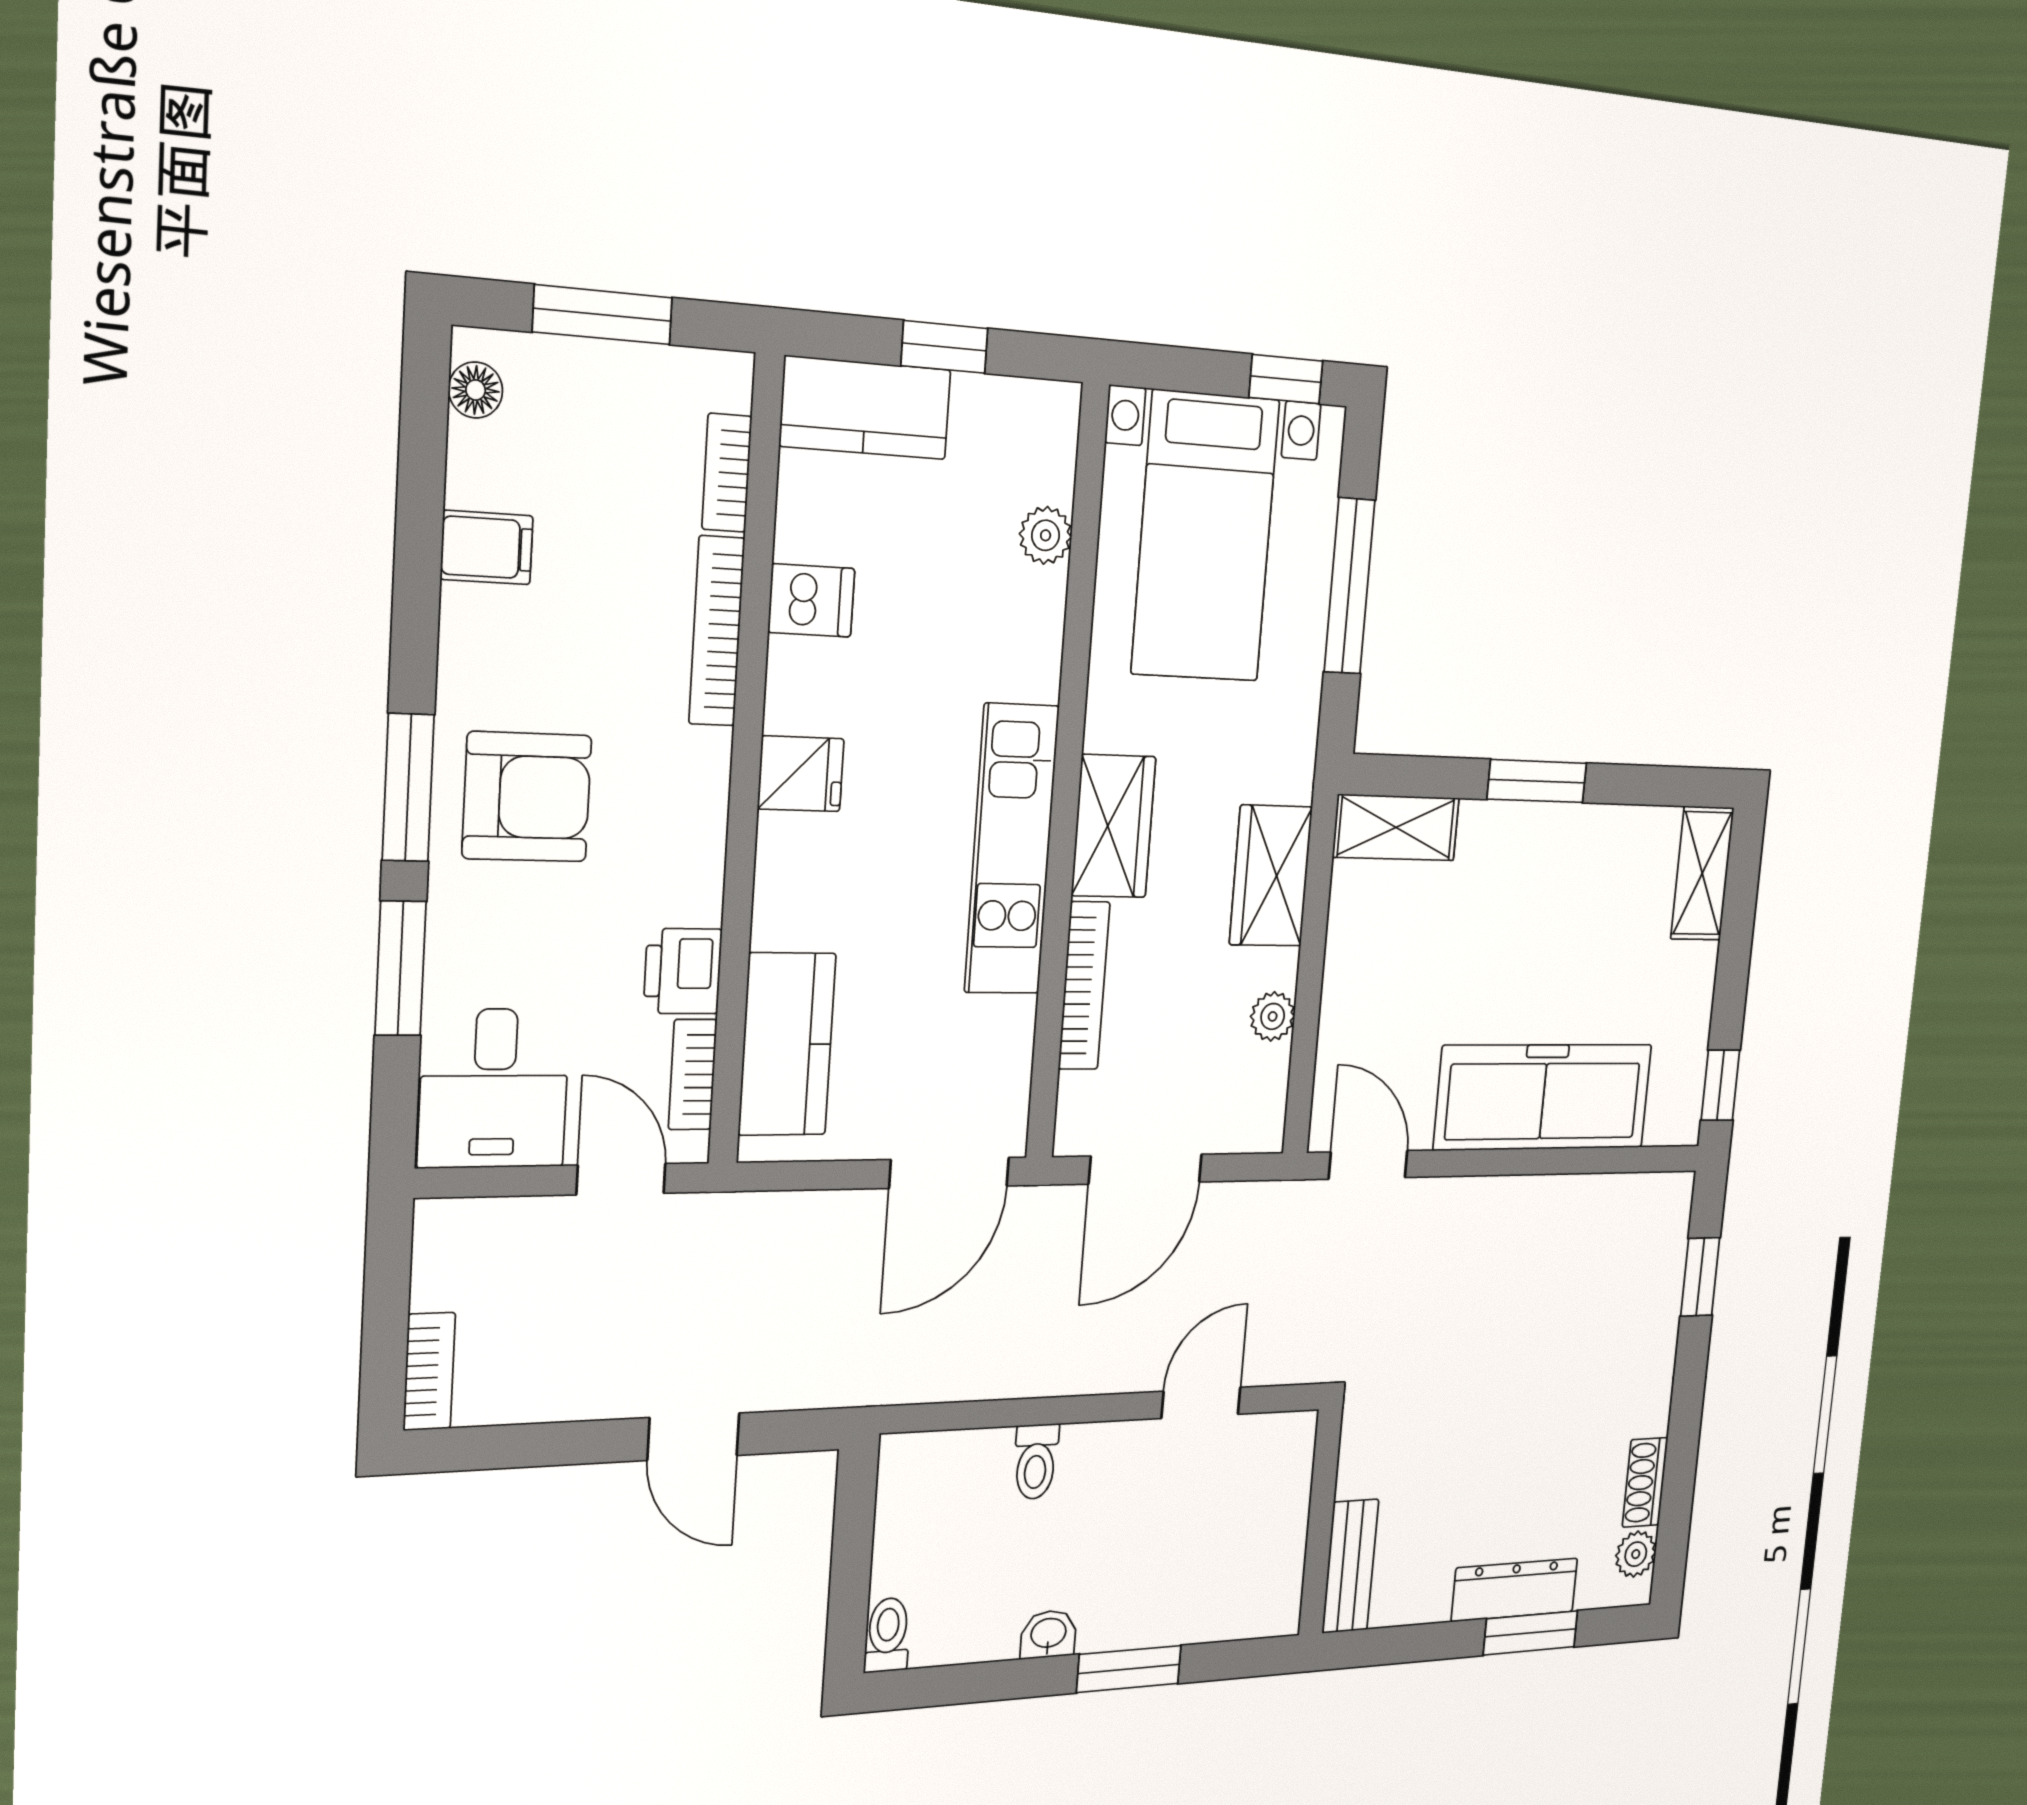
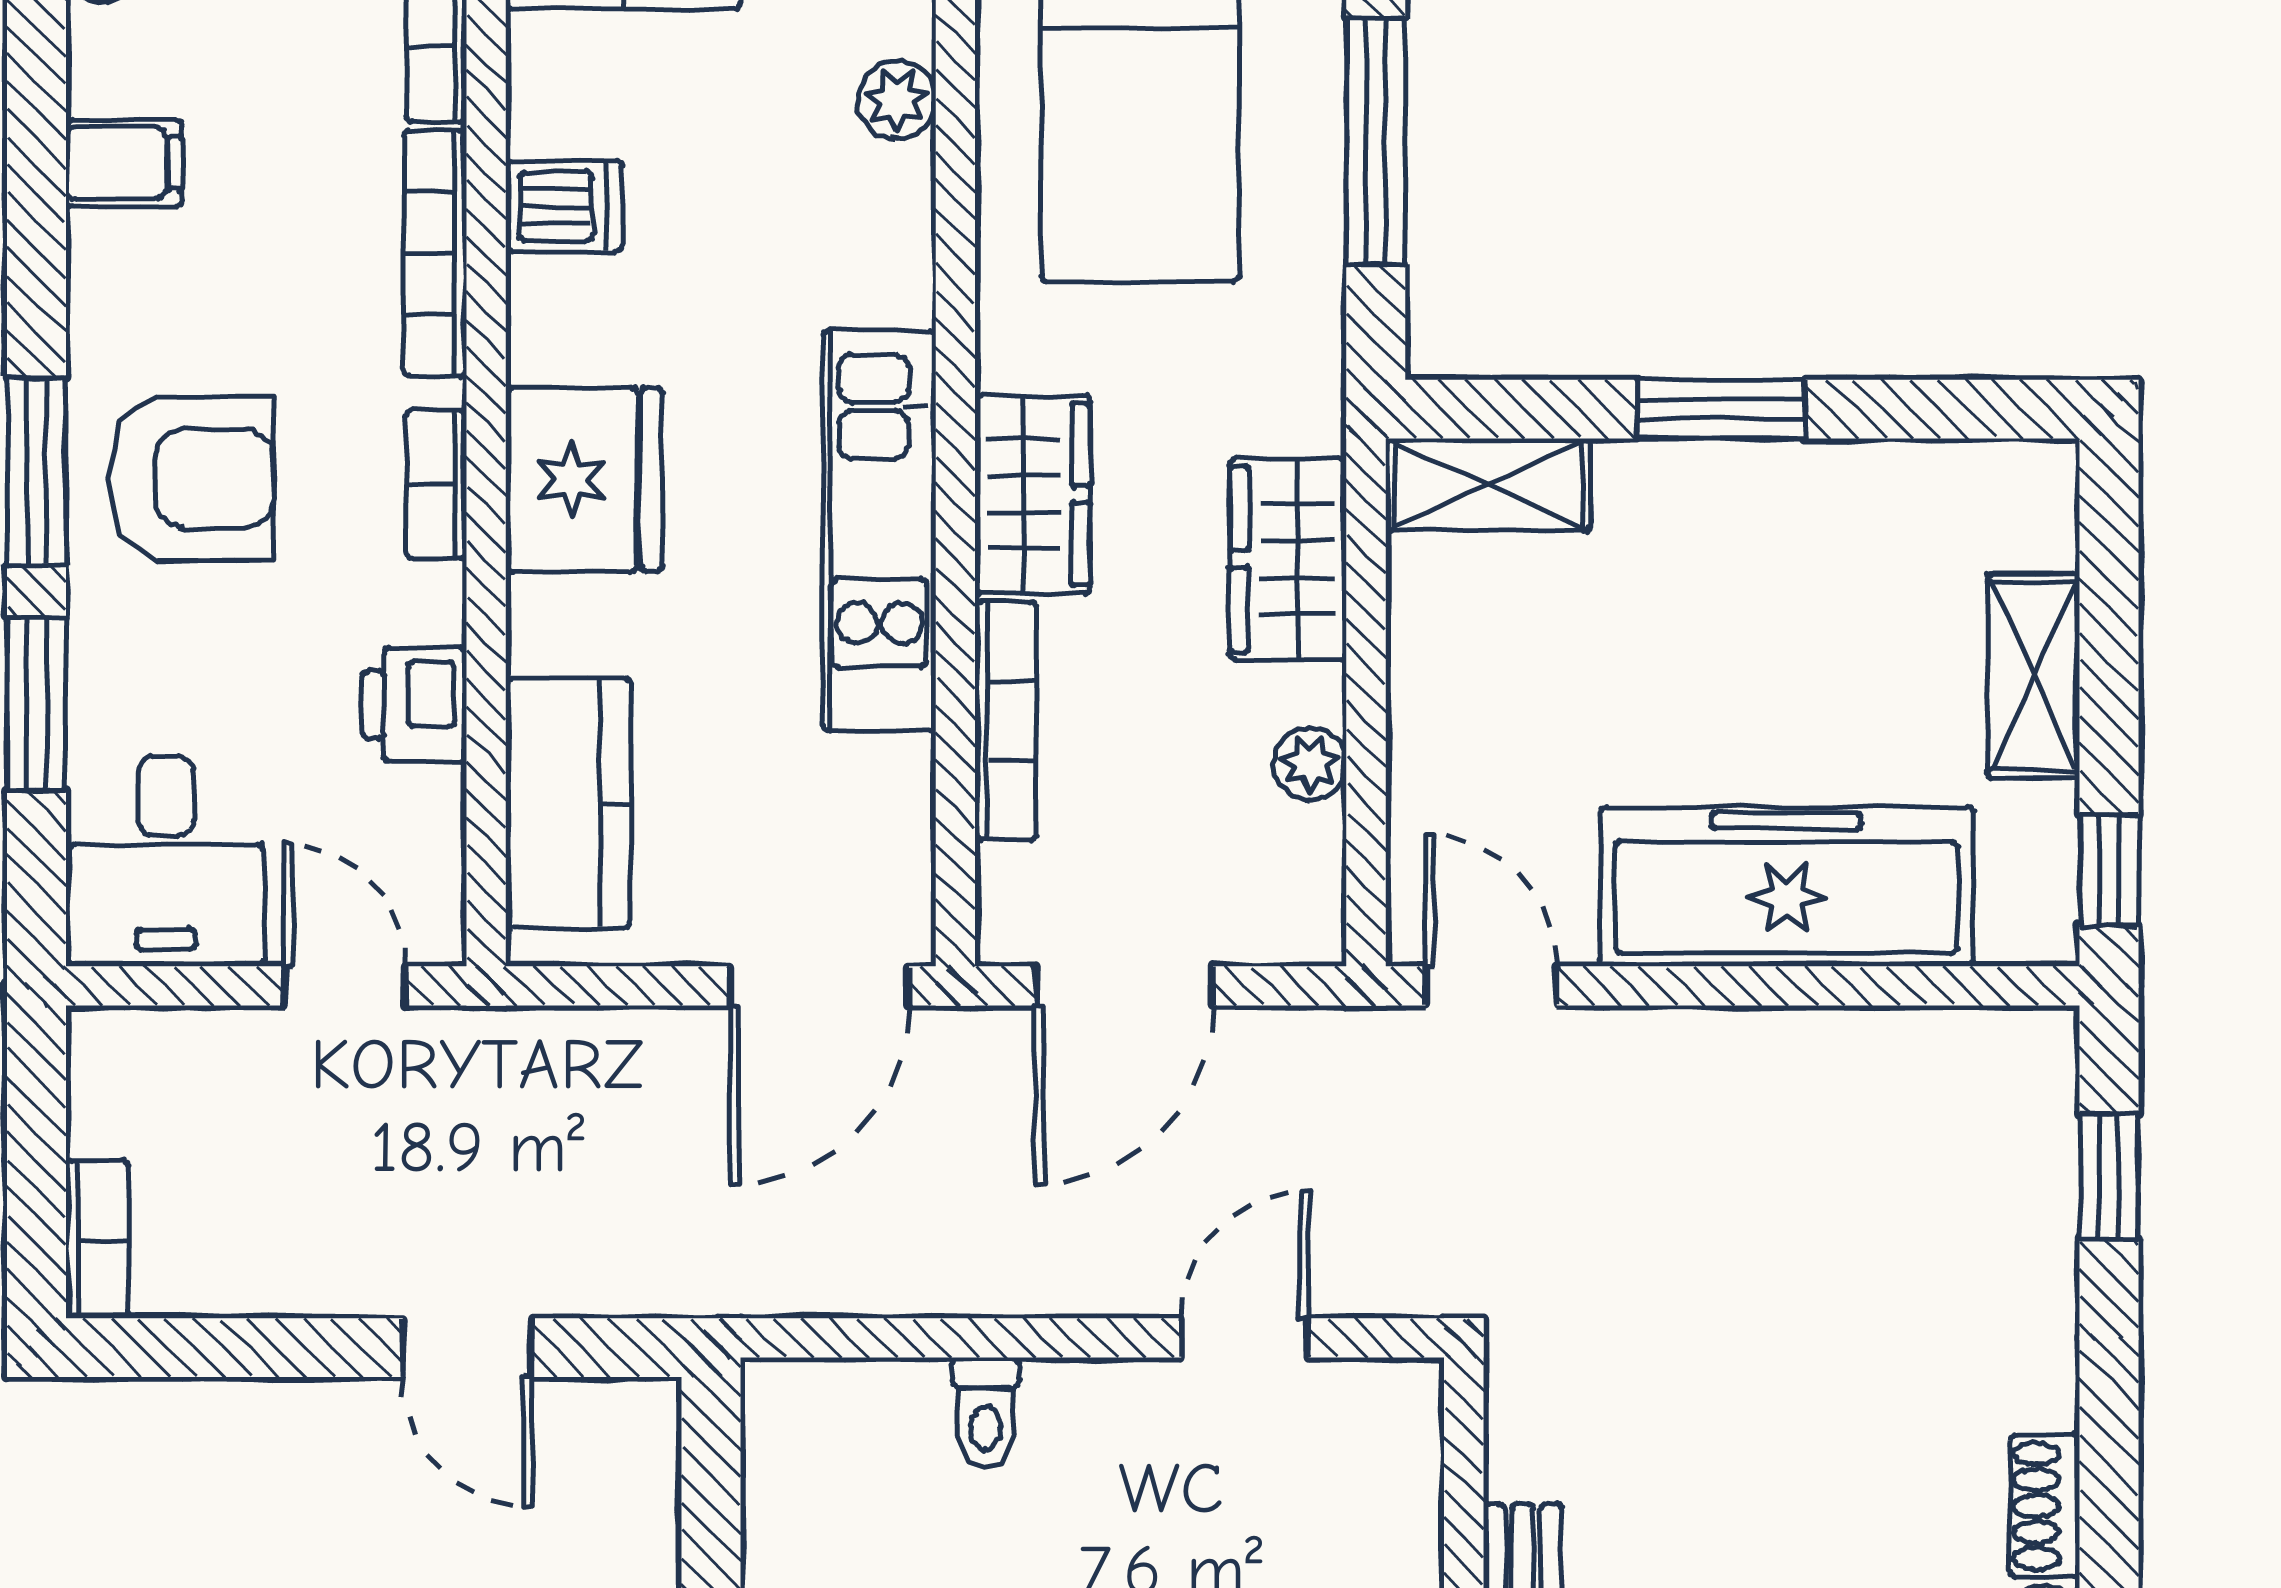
fridge: (801, 774) -> (584, 480), width x1.88, depth x1.34
shelving: (1702, 873) -> (2034, 676), moved
bookcase: (693, 1074) -> (437, 484), moved

